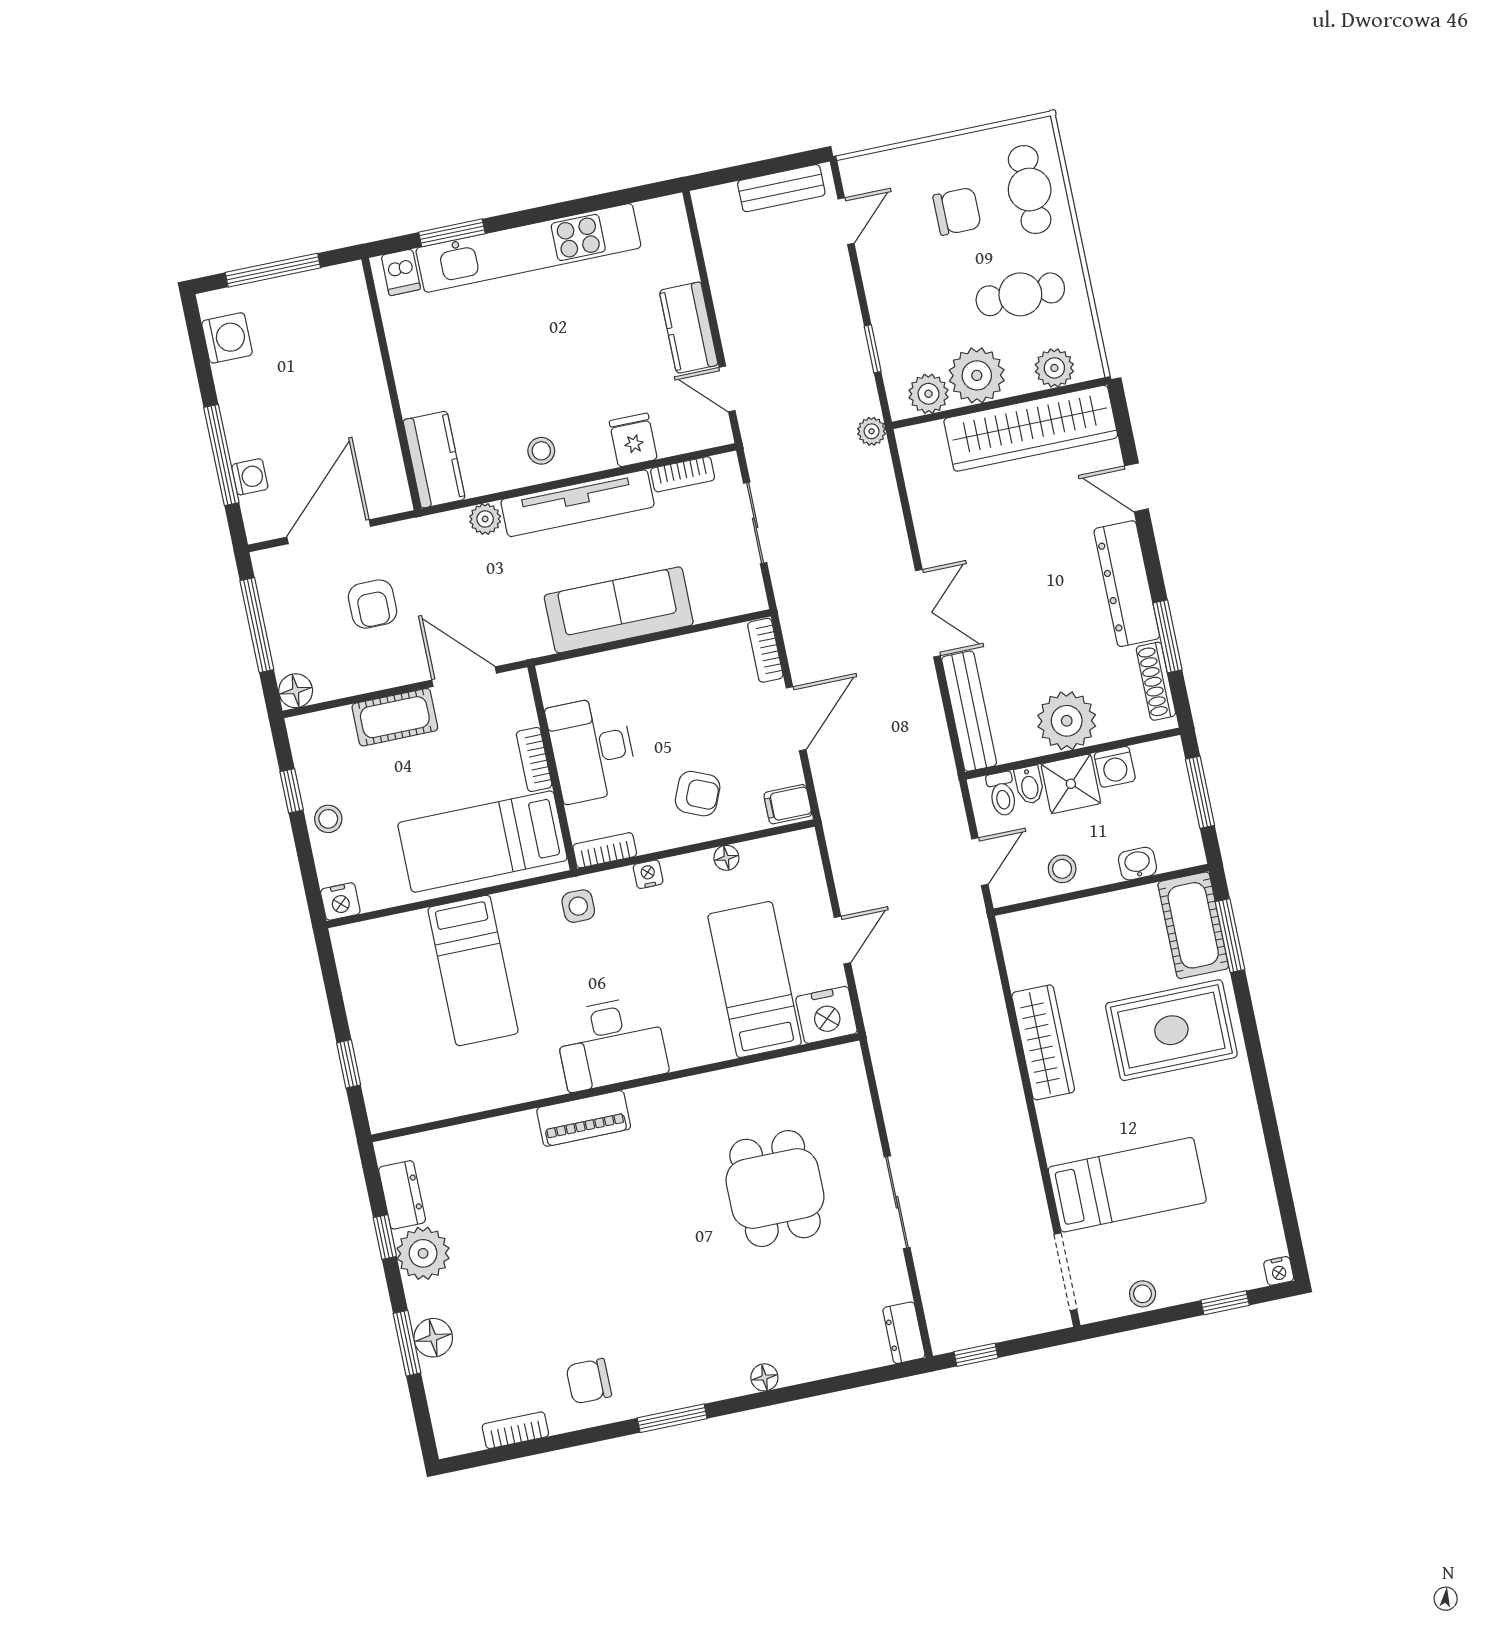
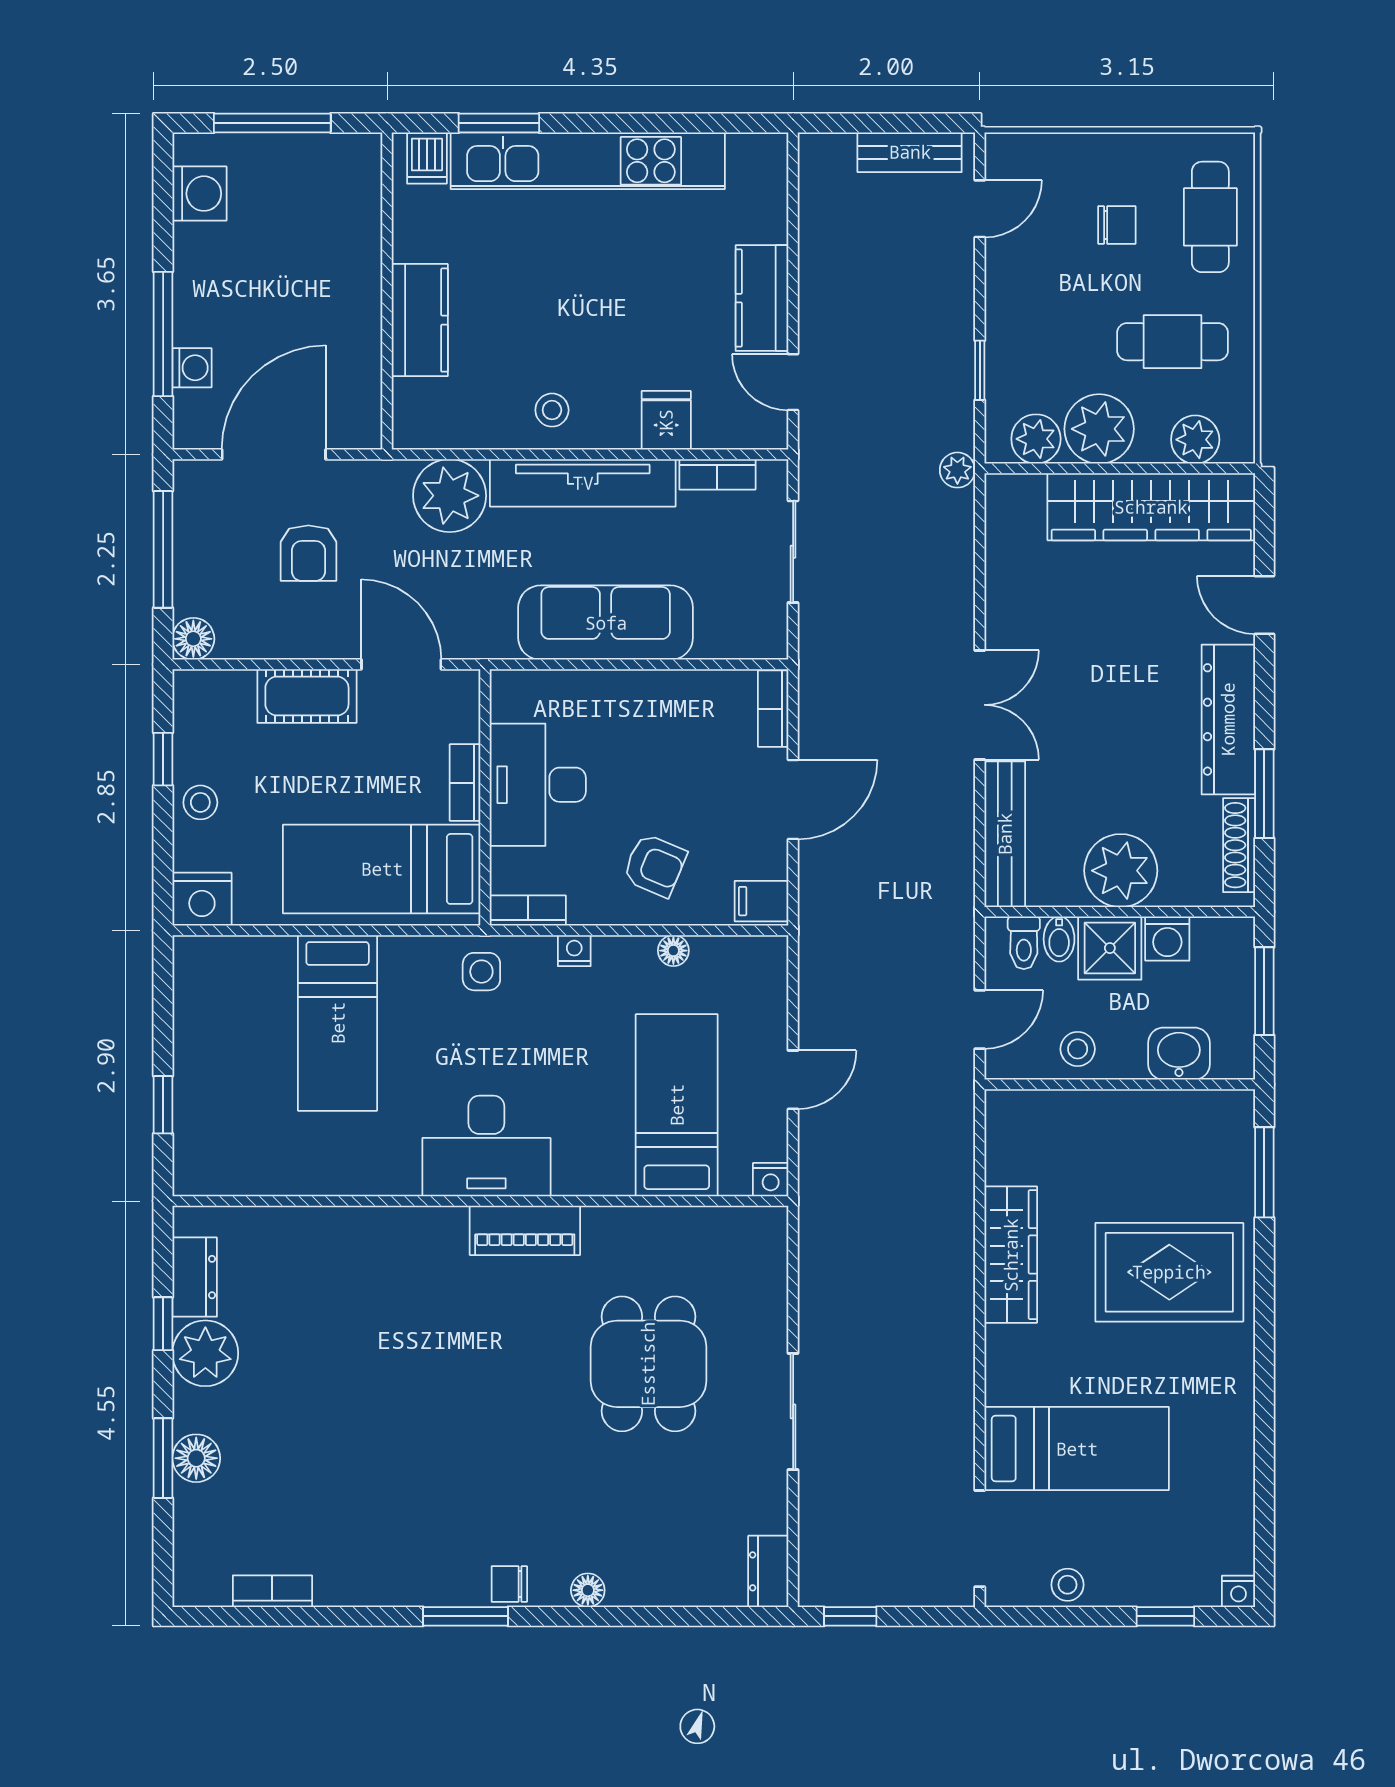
chair: (957, 211) -> (1117, 225), width x0.73, depth x0.73
kitchen counter: (434, 460) -> (420, 320), moved
plant: (485, 519) -> (450, 496), width x1.88, depth x1.88
washbasin: (1137, 864) -> (1179, 1054), width x1.38, depth x1.45
nightstand: (340, 902) -> (202, 899), width x1.36, depth x1.33
cot: (1193, 925) -> (1222, 1151), removed
nightstand: (826, 1015) -> (771, 1180), width x0.53, depth x0.56
piano: (584, 1118) -> (525, 1230), moved
chair: (589, 1381) -> (509, 1584), moved, width x0.73, depth x0.73

